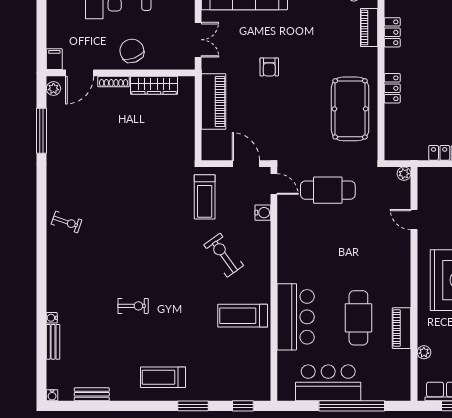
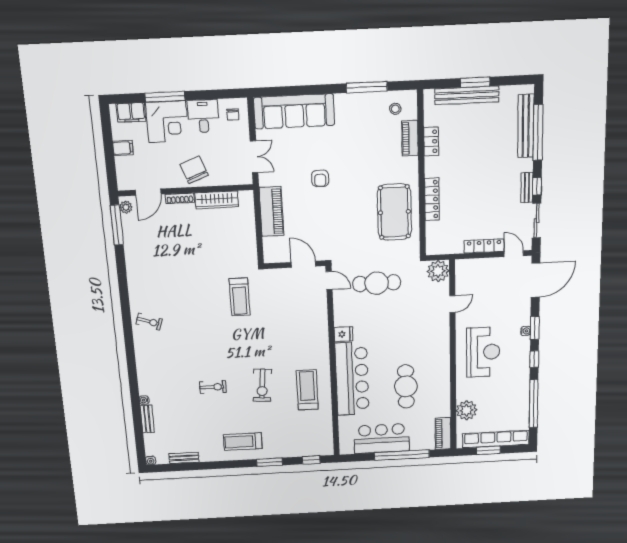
filing cabinet: (54, 59) -> (123, 148), moved, turned 90
locker: (392, 88) -> (432, 199), width x1.53
window: (41, 131) -> (117, 225), moved
plant: (404, 174) -> (438, 271), width x1.87, depth x1.87
treadmill: (205, 197) -> (240, 297), moved
water cooler: (263, 213) -> (320, 305), removed
door: (414, 220) -> (452, 304), swing flipped
fridge: (288, 249) -> (343, 334), added
exercise bike: (224, 255) -> (262, 385), moved, turned -139
treadmill: (243, 316) -> (307, 390), turned 90
bar counter: (296, 317) -> (352, 379), width x1.36
piano: (402, 328) -> (443, 433), moved
plant: (424, 352) -> (467, 410), width x1.88, depth x1.88

